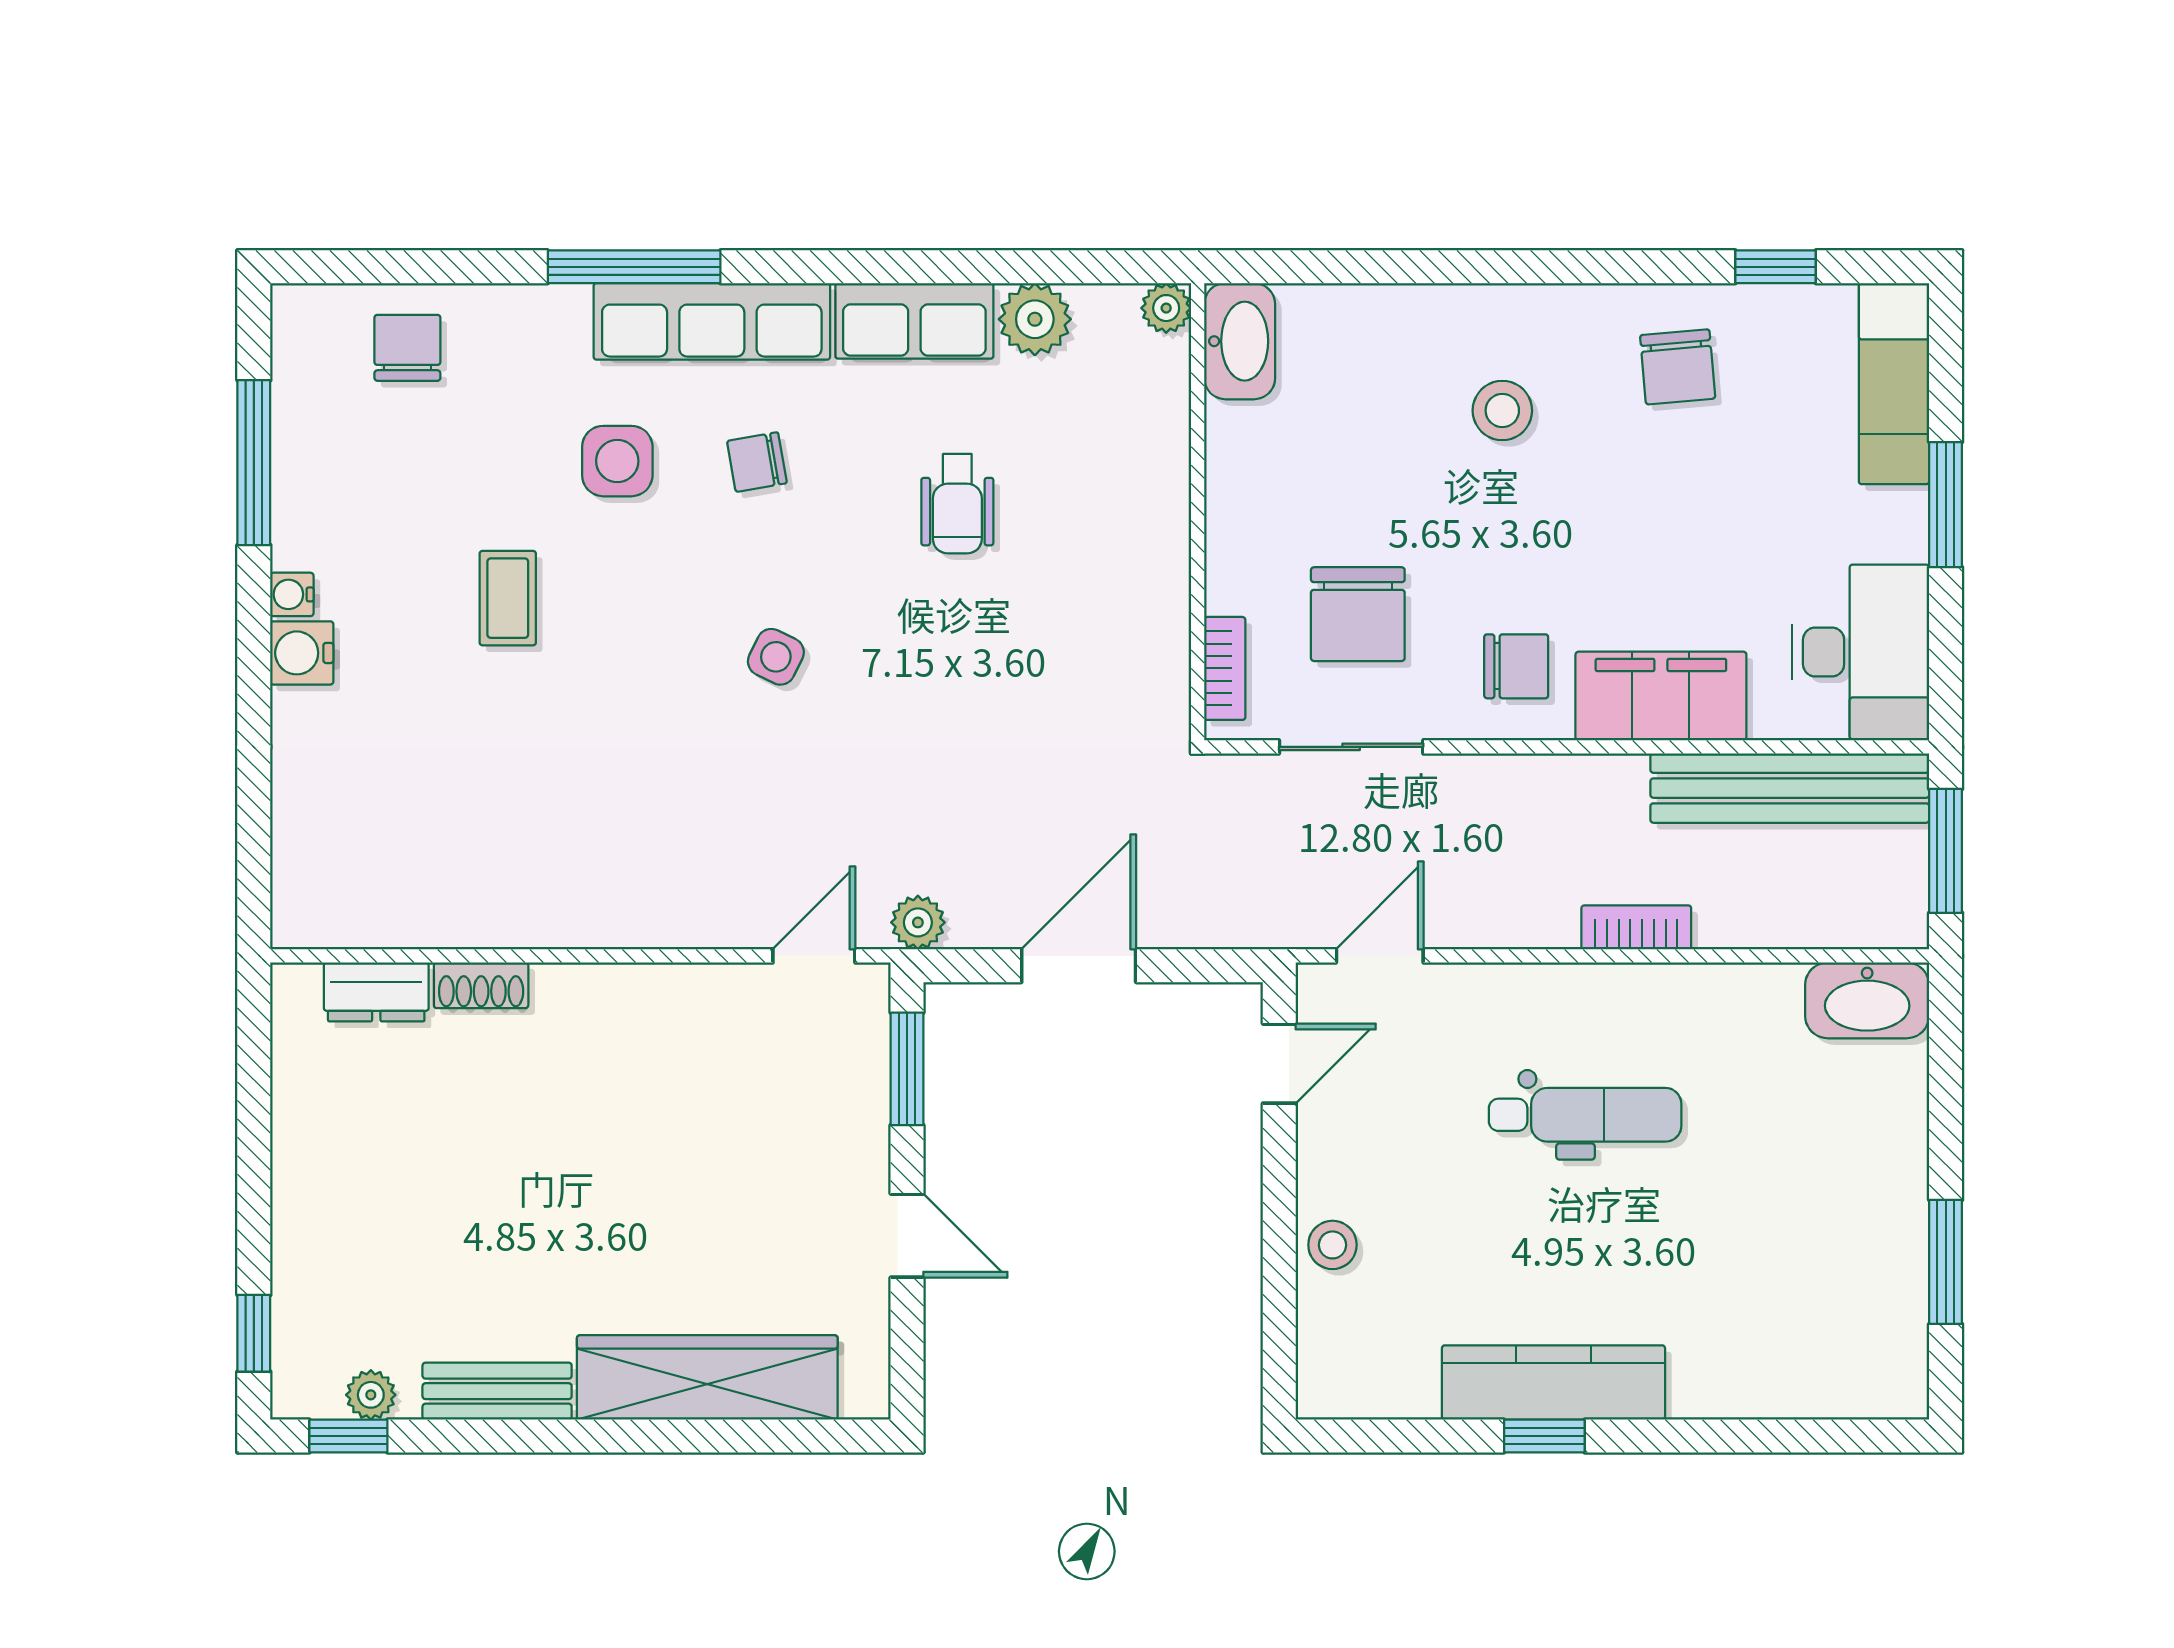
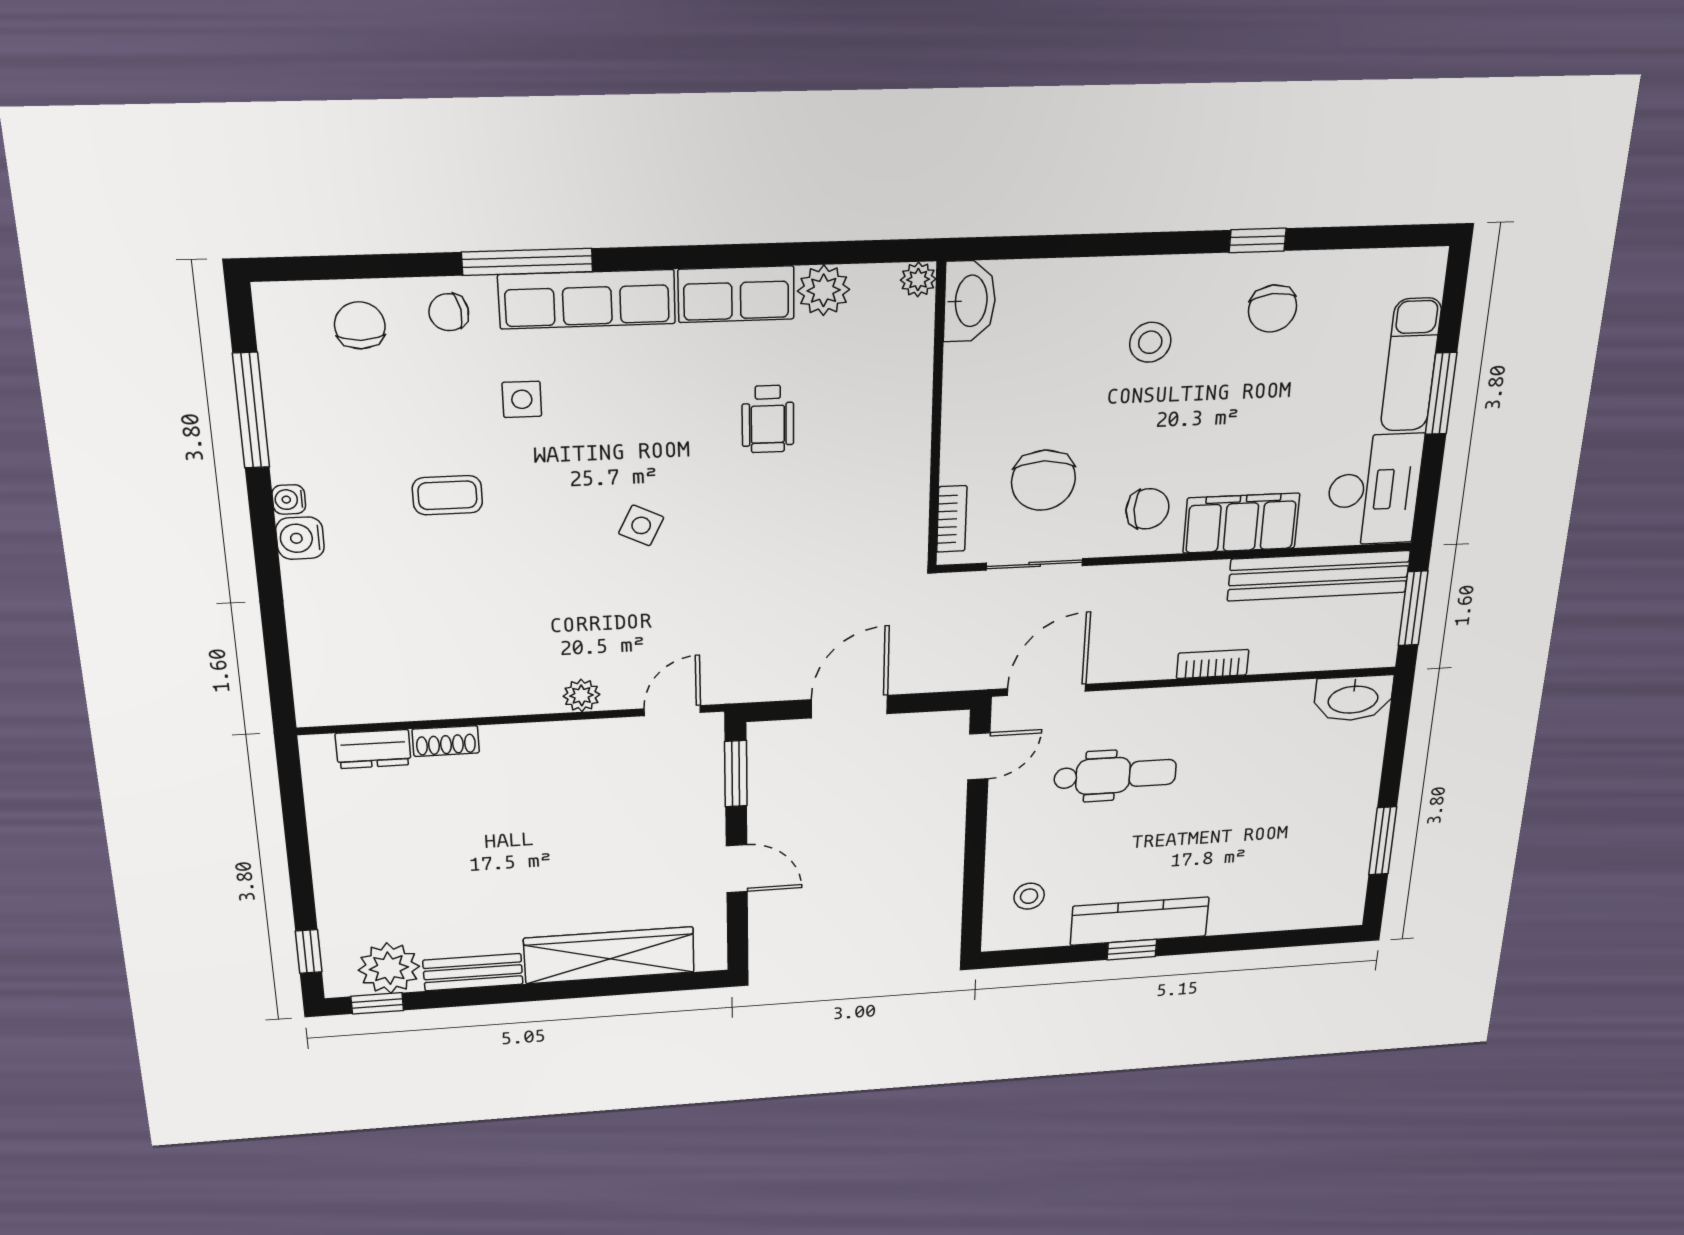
window: (1776, 267) -> (1258, 240), moved
exam couch: (1894, 384) -> (1411, 365), moved
side table: (617, 461) -> (522, 399), width x0.73, depth x0.73
chair: (757, 462) -> (449, 312), moved
coffee table: (508, 598) -> (447, 495), turned 90
plant: (918, 922) -> (582, 695), moved
door: (1380, 956) -> (1047, 690), width x1.38
dental chair: (1585, 1115) -> (1115, 775), moved
stool: (1332, 1245) -> (1029, 896), moved
plant: (371, 1395) -> (389, 968), width x1.87, depth x1.87

